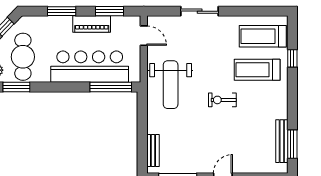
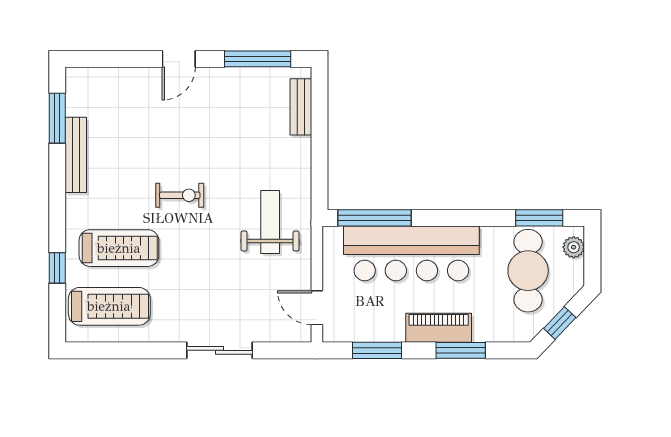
piano: (92, 24) -> (439, 328), moved
weight bench: (171, 85) -> (270, 222), width x0.73, depth x0.75
bench: (282, 141) -> (76, 155), moved

